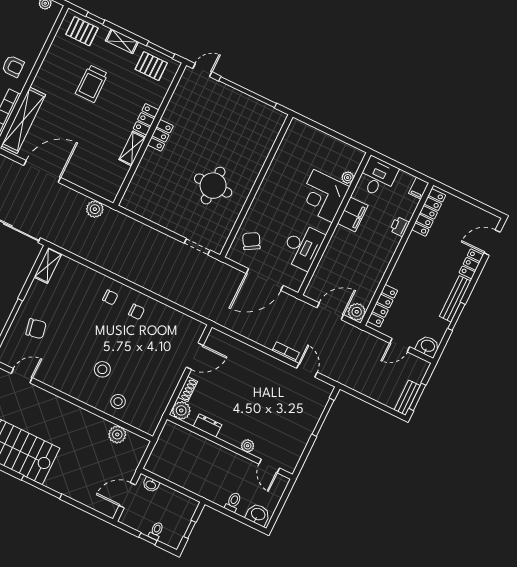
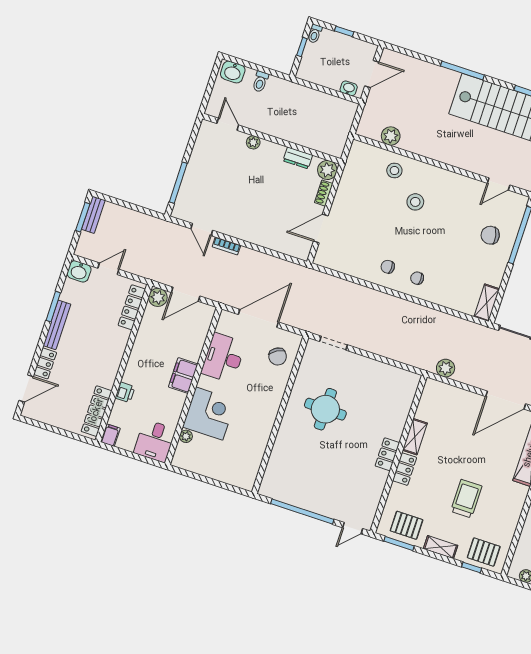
filing cabinet: (353, 214) -> (183, 375), moved
toilet: (156, 531) -> (315, 34), moved

